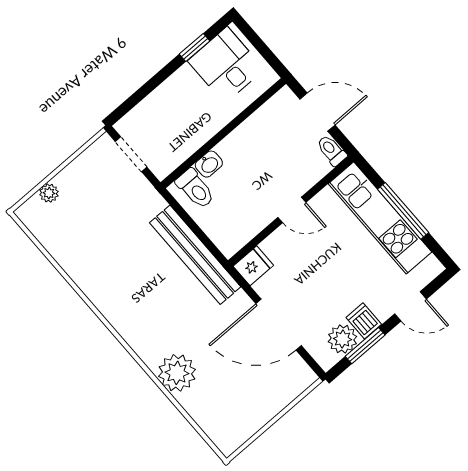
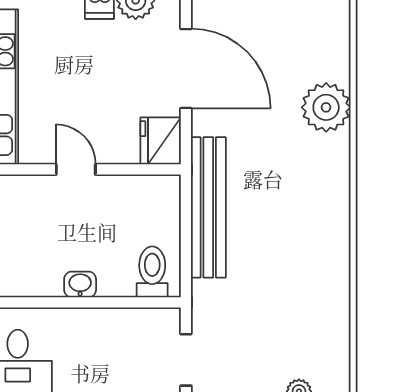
washbasin: (209, 164) -> (80, 284), moved
fridge: (253, 266) -> (161, 141), width x1.38

